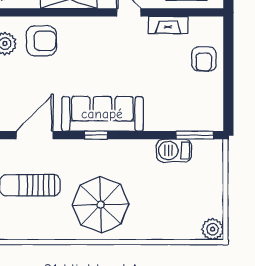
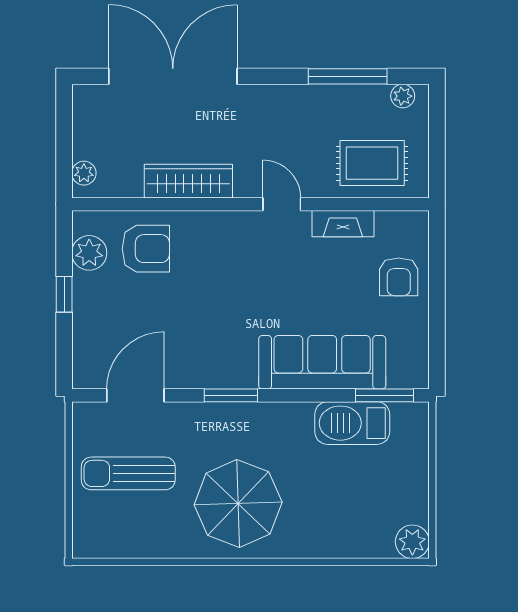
sofa: (102, 114) -> (322, 362), moved
window: (96, 135) -> (231, 395), width x1.50
barbecue: (174, 151) -> (352, 423), width x1.37, depth x1.21

